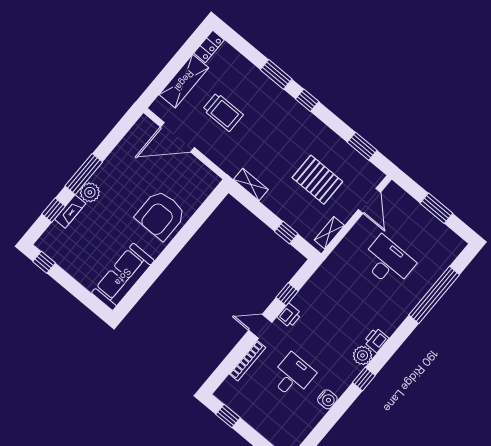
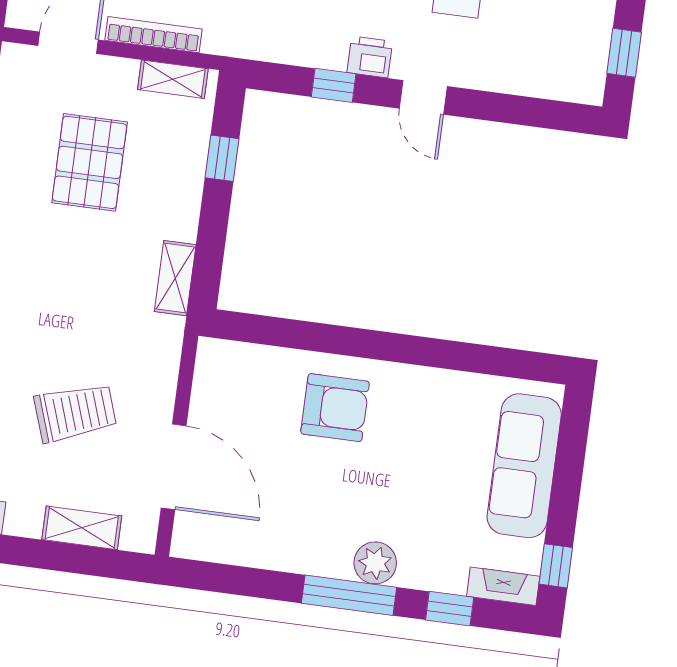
shelving: (184, 81) -> (82, 528), width x0.67, depth x0.75
trolley: (223, 112) -> (75, 413), turned 71
fireplace: (70, 211) -> (503, 586), moved
armchair: (161, 215) -> (335, 408), width x0.73, depth x0.73
sofa: (123, 277) -> (524, 466), moved, turned 90
bookcase: (247, 361) -> (153, 35), moved

